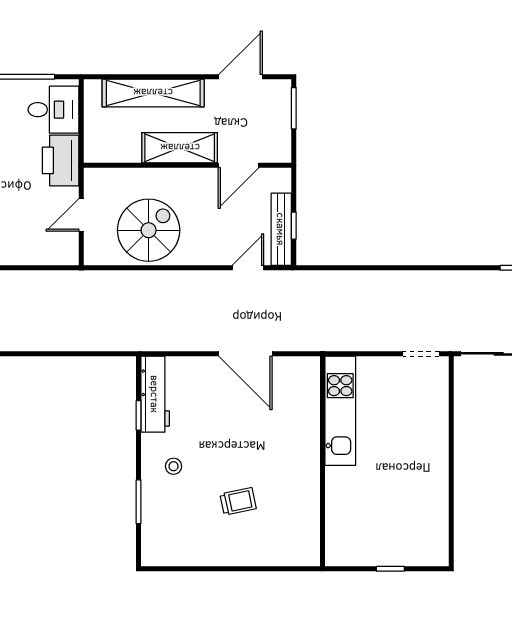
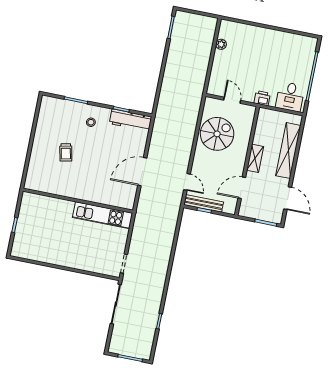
shelving: (180, 148) -> (255, 158), width x0.67, depth x0.75
printer: (61, 160) -> (262, 98), width x0.53, depth x0.68
door: (239, 165) -> (242, 188), hinge flipped
spiral stairs: (149, 230) -> (217, 134), turned -90

